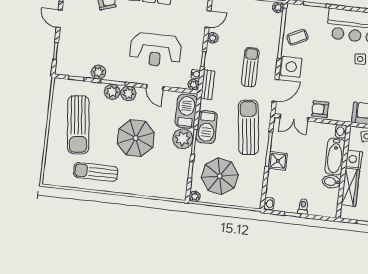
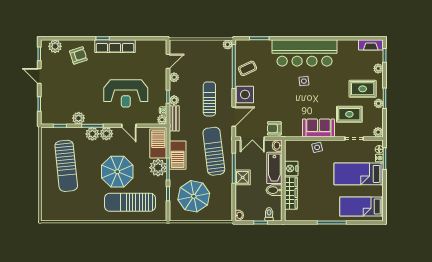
washbasin: (341, 131) -> (277, 146), moved
bathtub: (335, 157) -> (274, 168), moved
nightstand: (354, 159) -> (291, 168), moved
sun lounger: (96, 172) -> (130, 202), moved, width x1.36, depth x1.34
wall: (343, 172) -> (283, 180), moved
bidet: (331, 182) -> (274, 190), moved
wardrobe: (350, 187) -> (291, 193), moved
plant: (195, 196) -> (174, 100), moved

